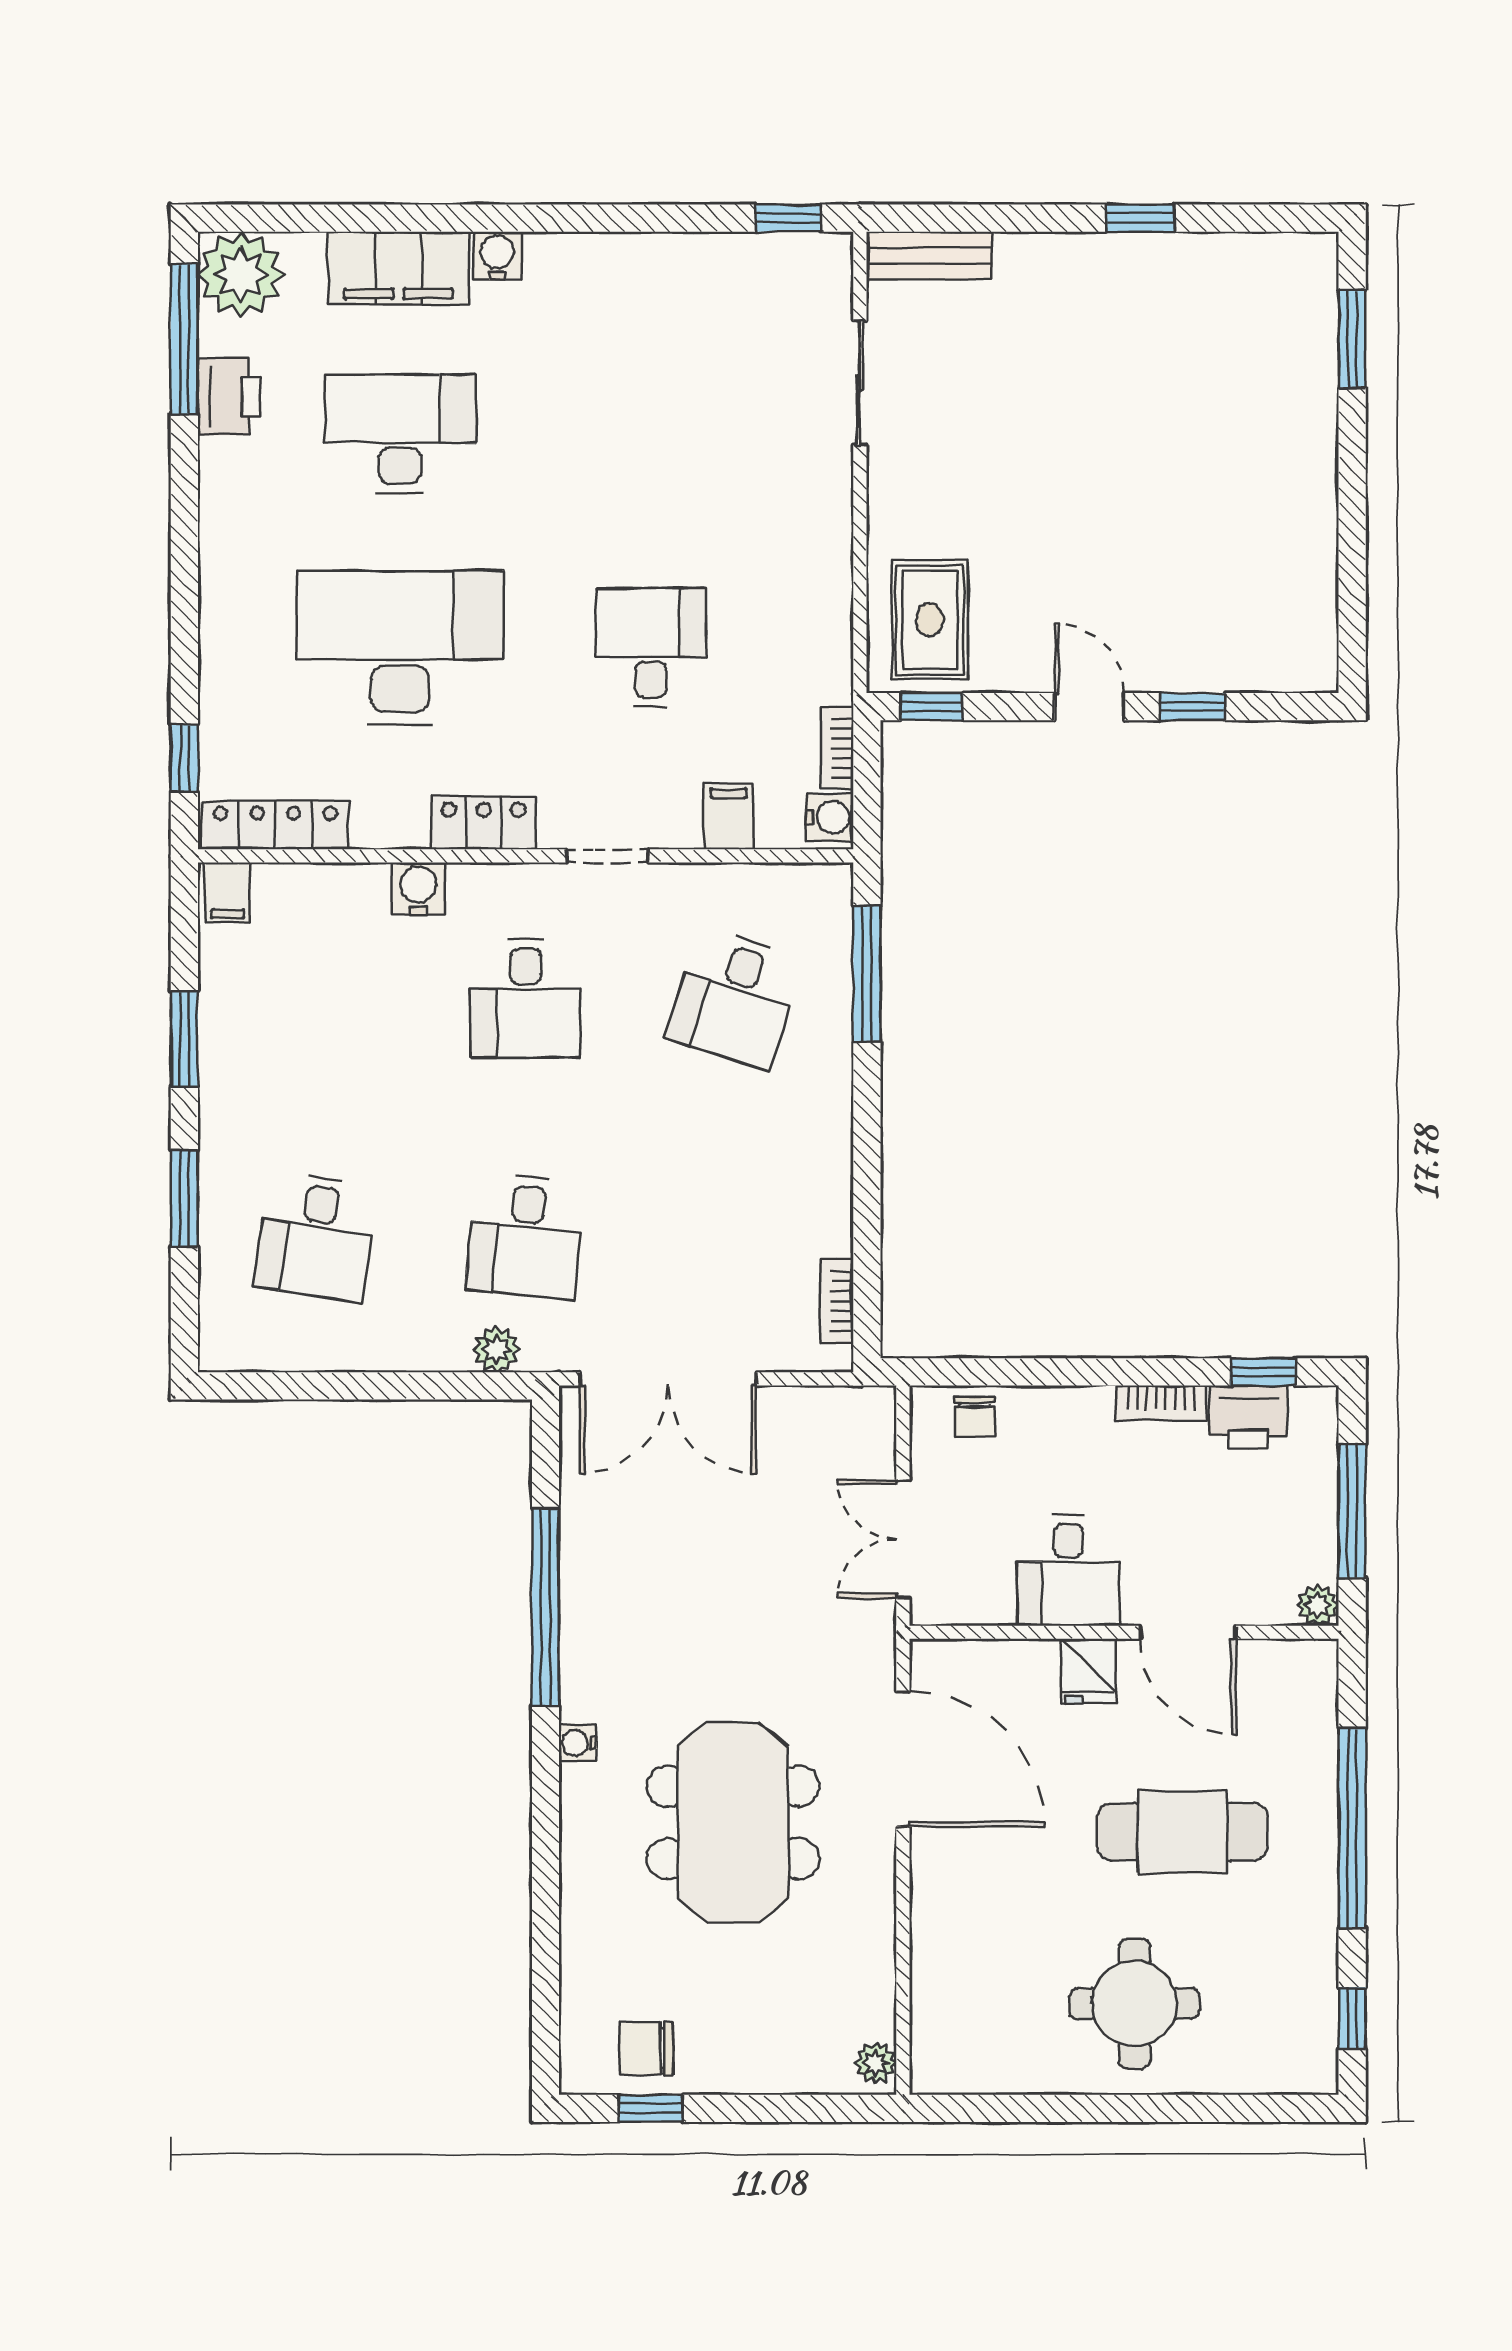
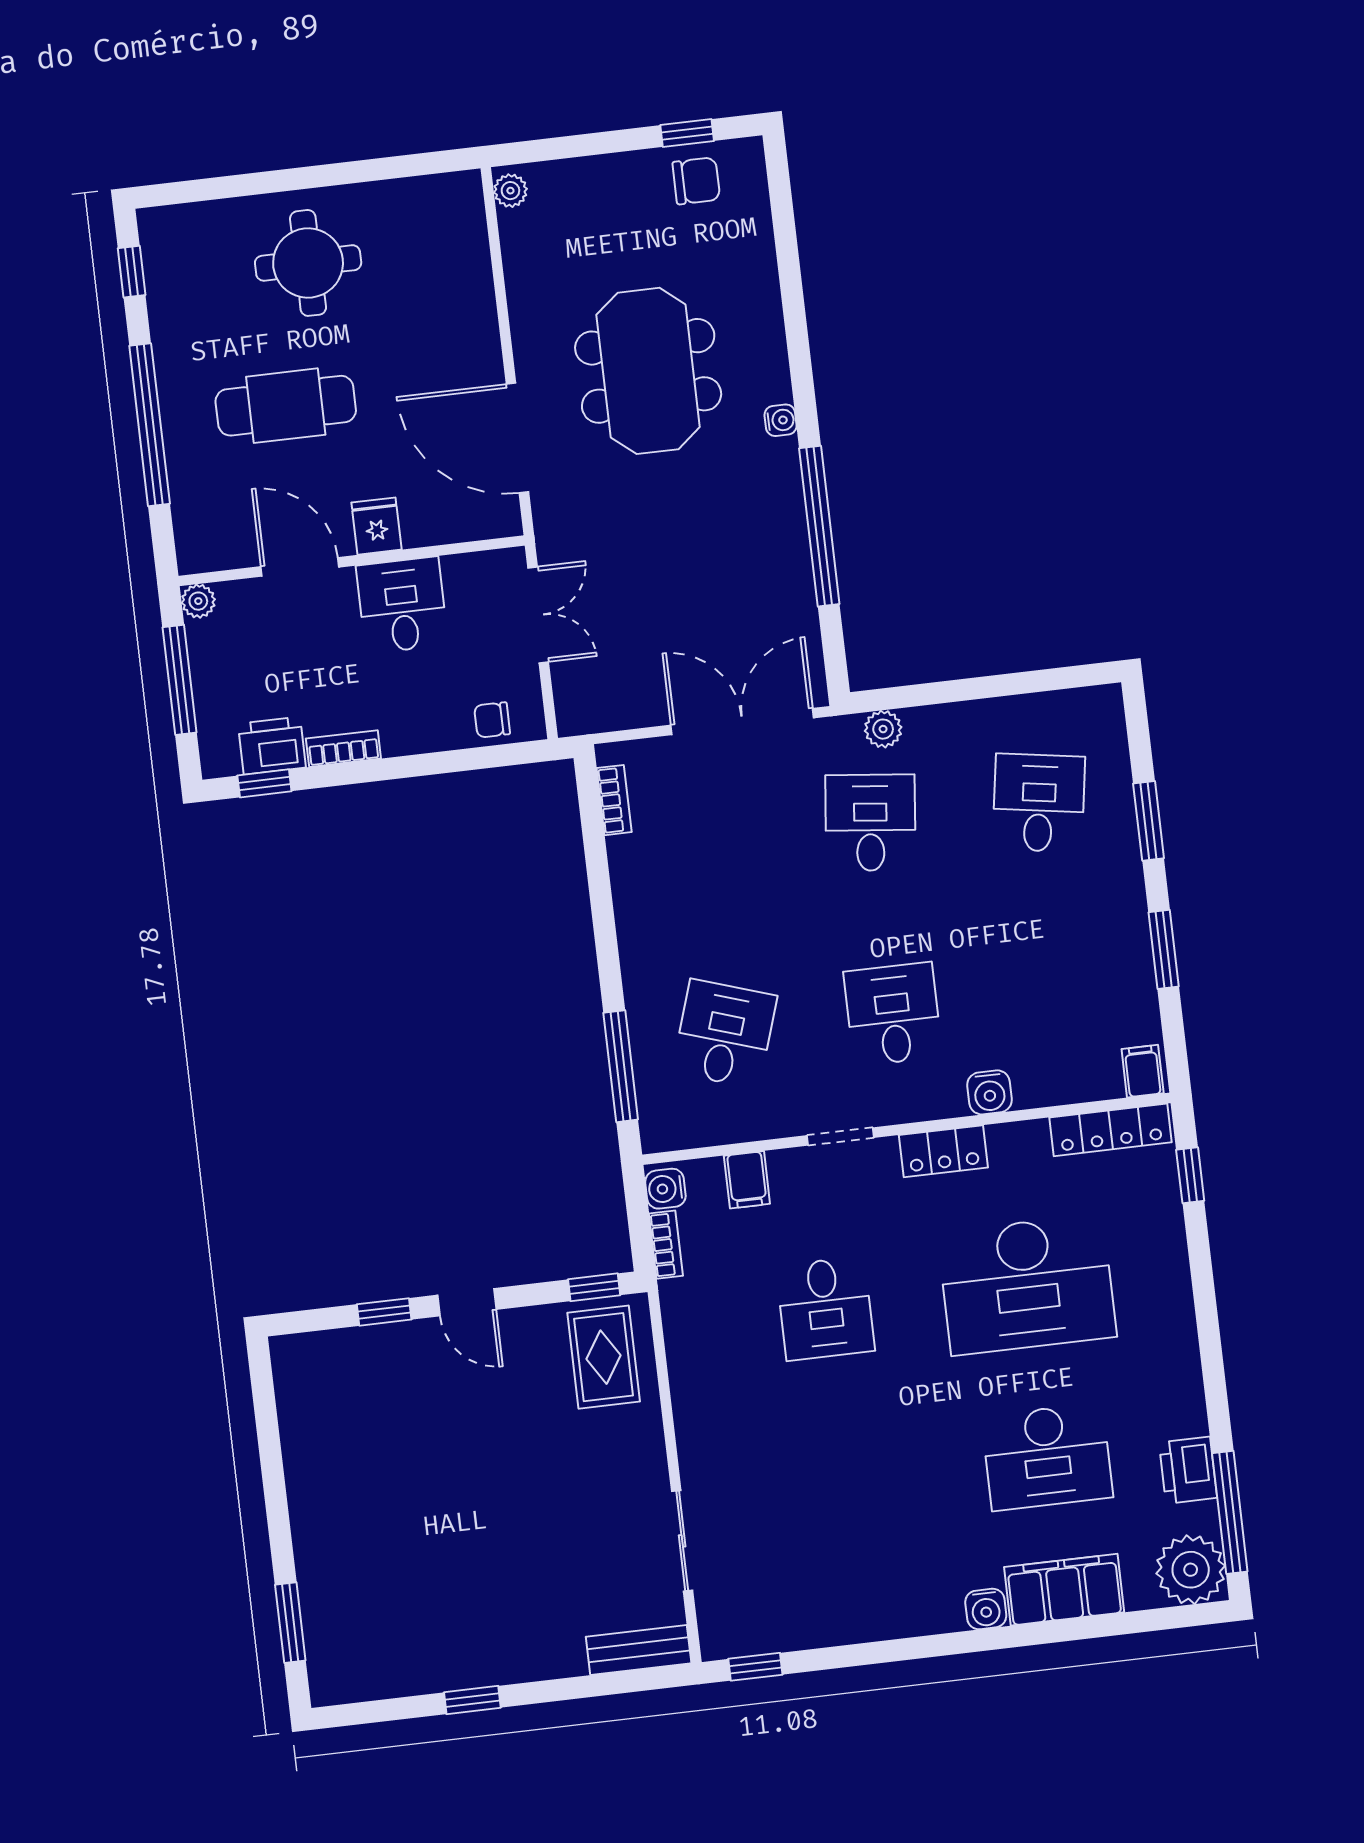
chair: (975, 1417) -> (492, 720), turned -90

